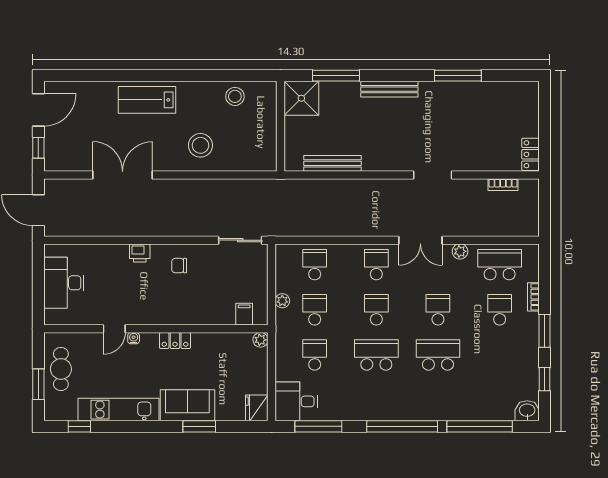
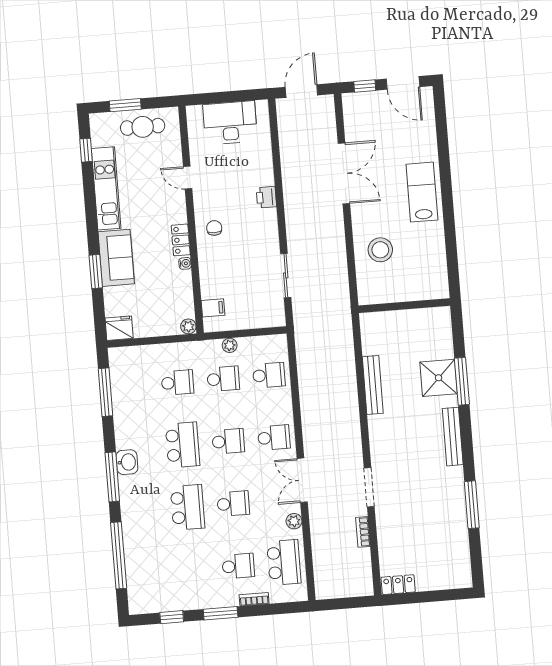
stool: (235, 96) -> (433, 281), removed
shower: (301, 98) -> (439, 378), moved
wall: (281, 126) -> (404, 306), moved
bookcase: (503, 185) -> (363, 532), moved
sliding door: (240, 240) -> (286, 275), moved
chair: (179, 266) -> (214, 228), moved
water cooler: (134, 338) -> (185, 263), moved
desk: (296, 401) -> (129, 368), removed
washbasin: (527, 411) -> (127, 462), moved
window: (402, 426) -> (112, 477), width x0.68

